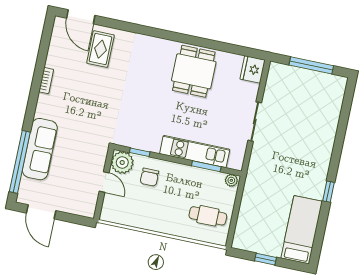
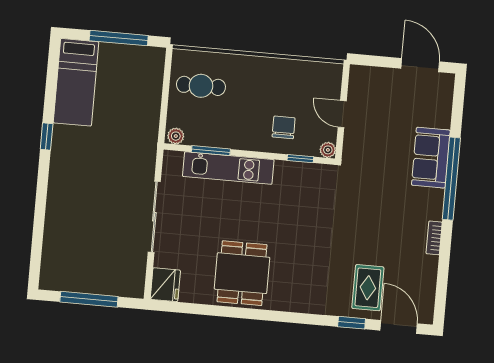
window: (116, 24) -> (352, 323), added
sliding door: (255, 122) -> (154, 217), width x1.37
sofa: (40, 149) -> (431, 158), width x0.73
window: (20, 162) -> (451, 179), moved
plant: (122, 163) -> (328, 150), width x0.53, depth x0.53
window: (265, 259) -> (119, 38), width x2.17

